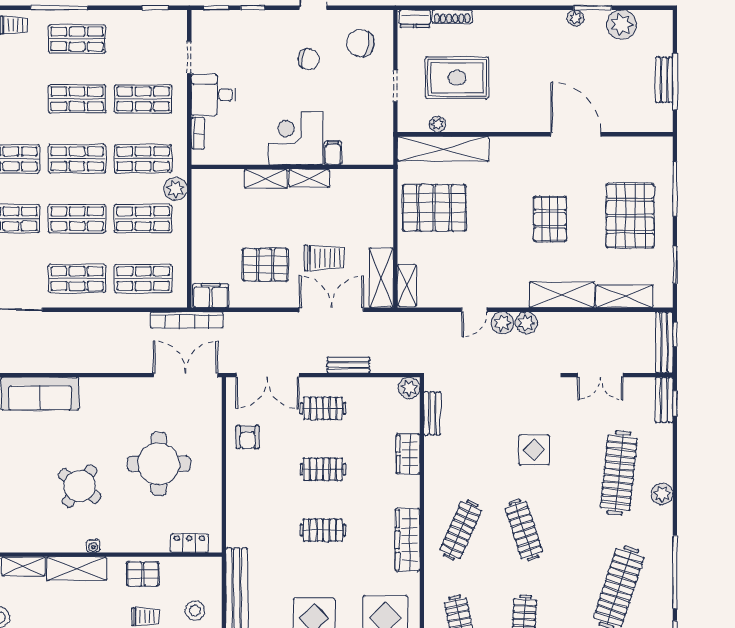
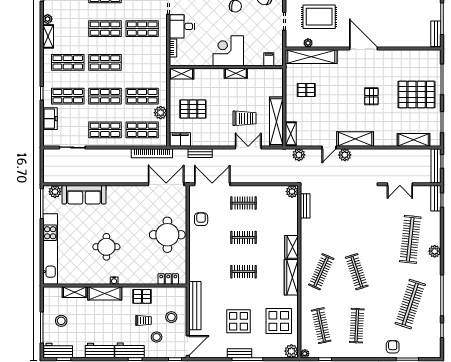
bench: (664, 80) -> (436, 34), moved
door: (576, 134) -> (364, 49), moved
filing cabinet: (333, 153) -> (269, 59), moved
shop shelf: (143, 159) -> (142, 62), removed
shelving: (266, 179) -> (181, 74), moved
plant: (176, 189) -> (161, 113), moved
pallet: (434, 208) -> (306, 90), width x0.49, depth x0.50
pallet: (630, 216) -> (417, 94), turned 90
pallet: (550, 219) -> (371, 96), width x0.67, depth x0.71
pallet: (265, 265) -> (193, 109), moved
shelving: (381, 278) -> (276, 122), width x1.47
shelving: (562, 295) -> (355, 139), moved
double door: (331, 310) -> (248, 147), width x0.73
bookcase: (187, 320) -> (152, 153), moved
plant: (526, 323) -> (299, 155), moved
bench: (348, 365) -> (200, 153), moved
double door: (267, 375) -> (212, 184), swing flipped
armchair: (248, 437) -> (201, 219), turned 180
display table: (534, 450) -> (362, 226), removed
wardrobe: (408, 454) -> (291, 247), moved
round table: (159, 464) -> (167, 235), moved
round table: (80, 486) -> (106, 247), turned -36

